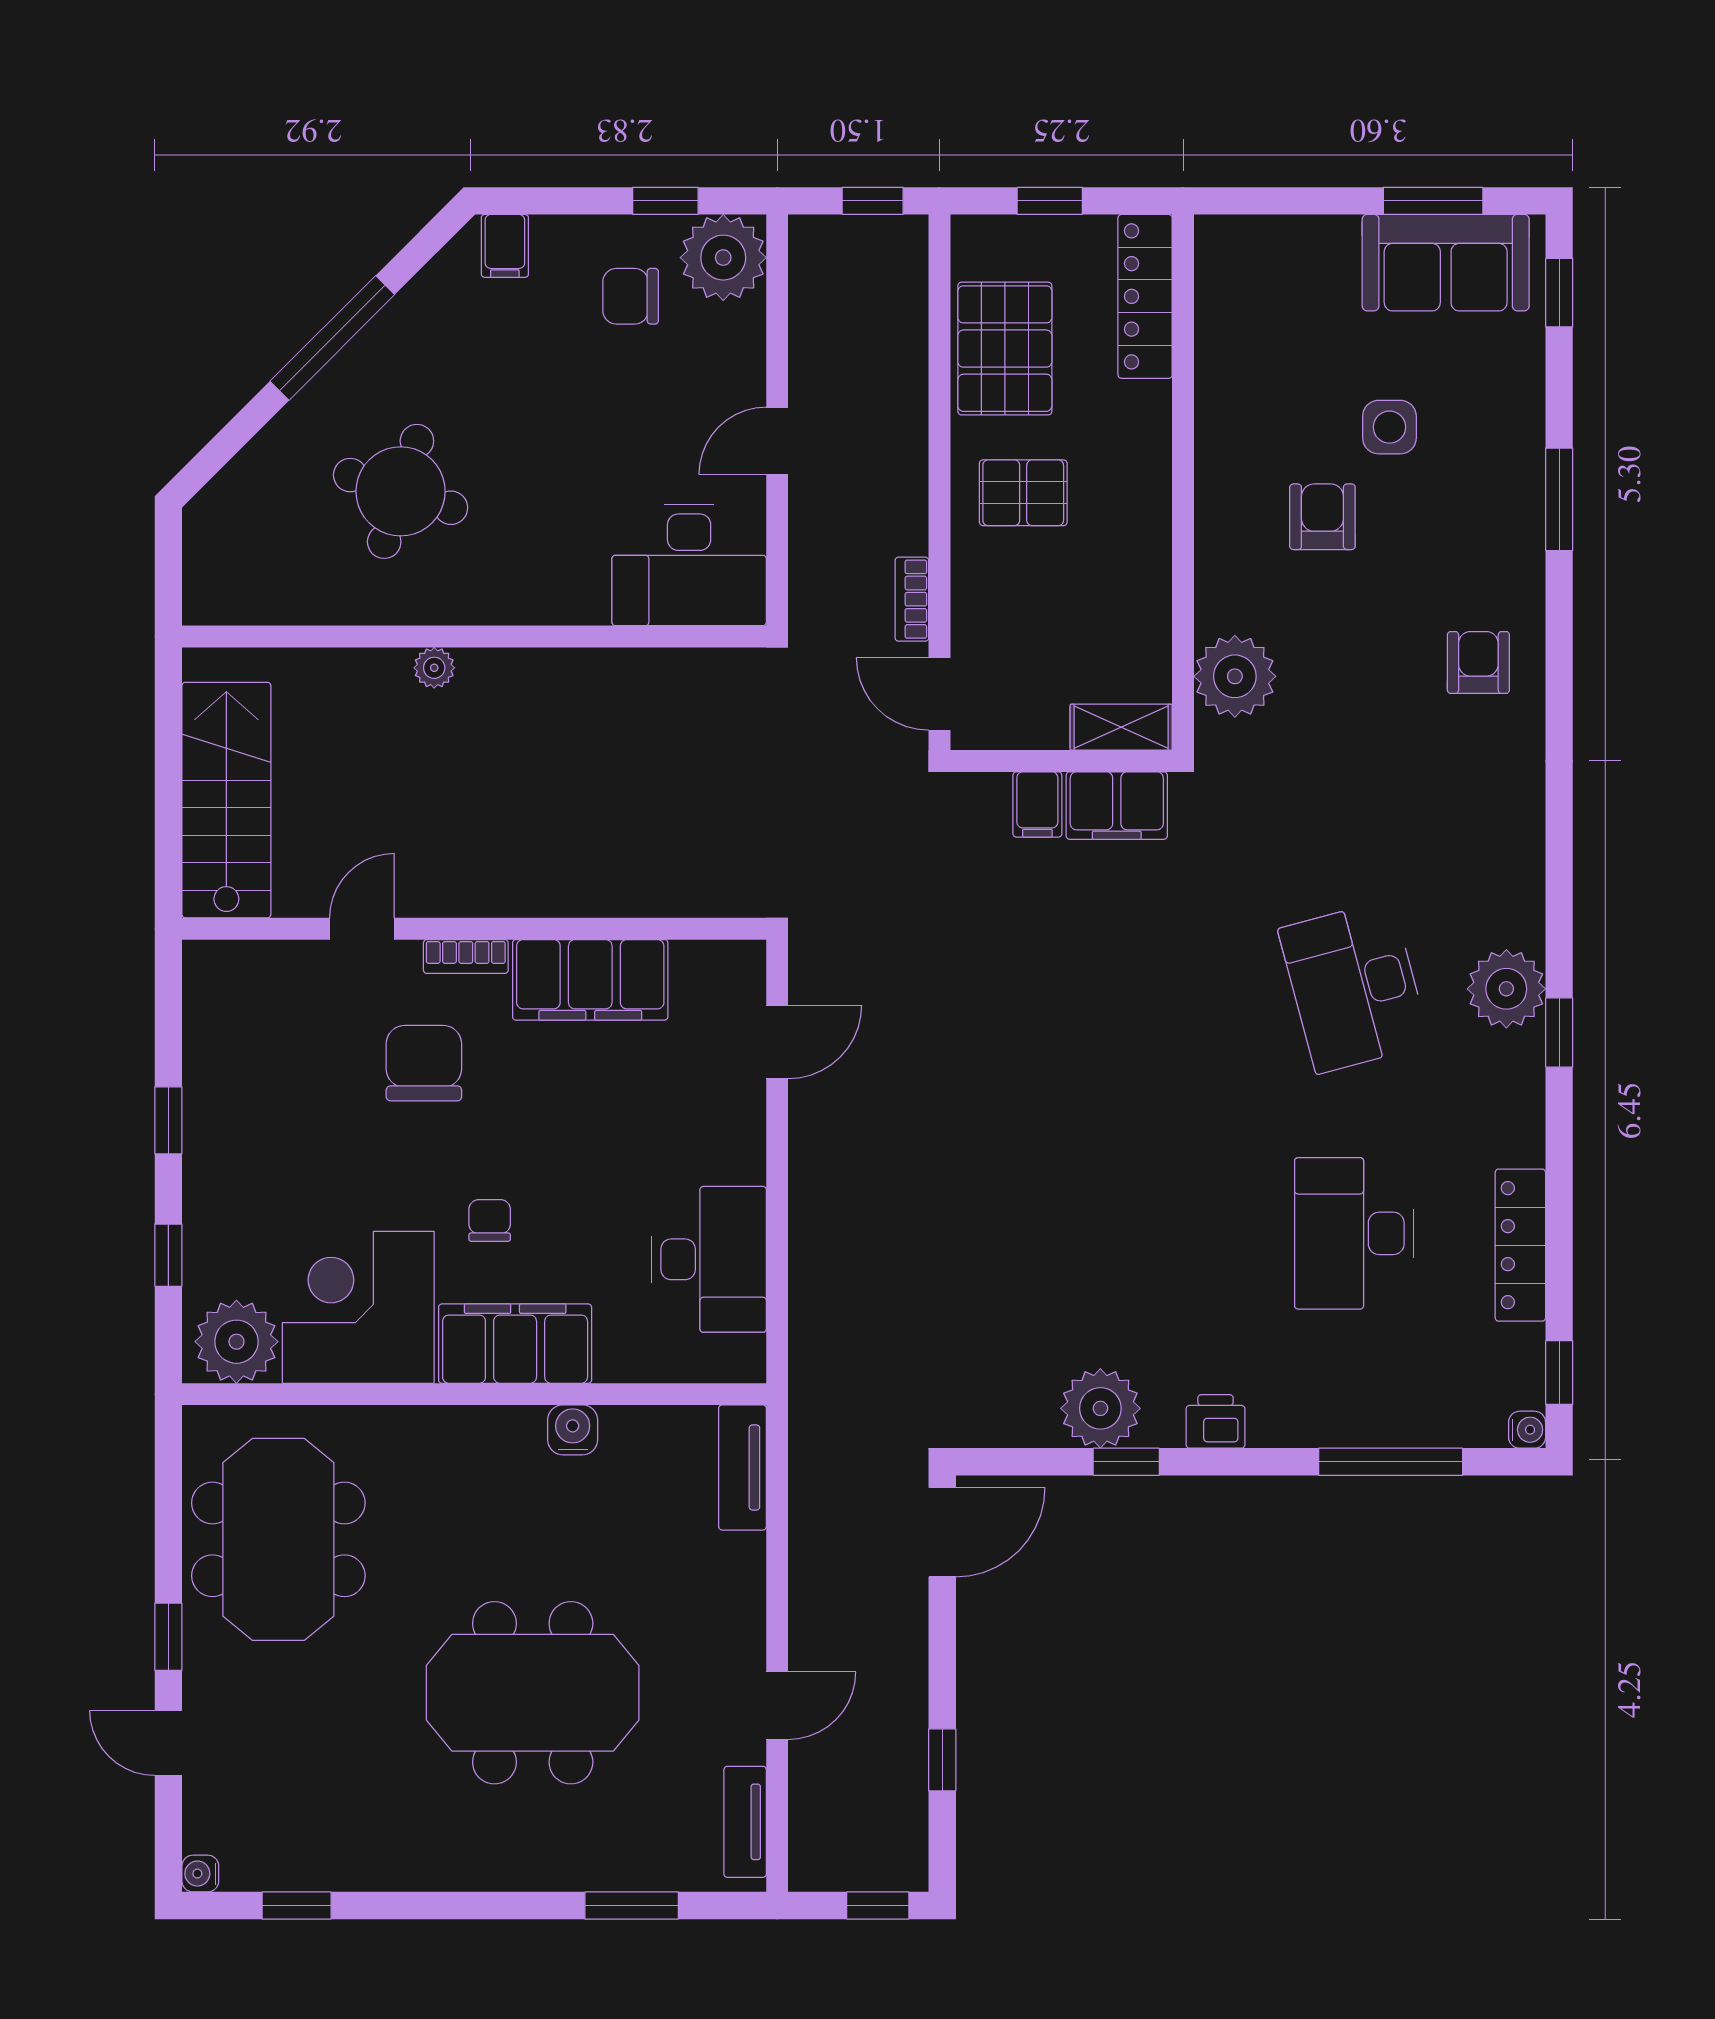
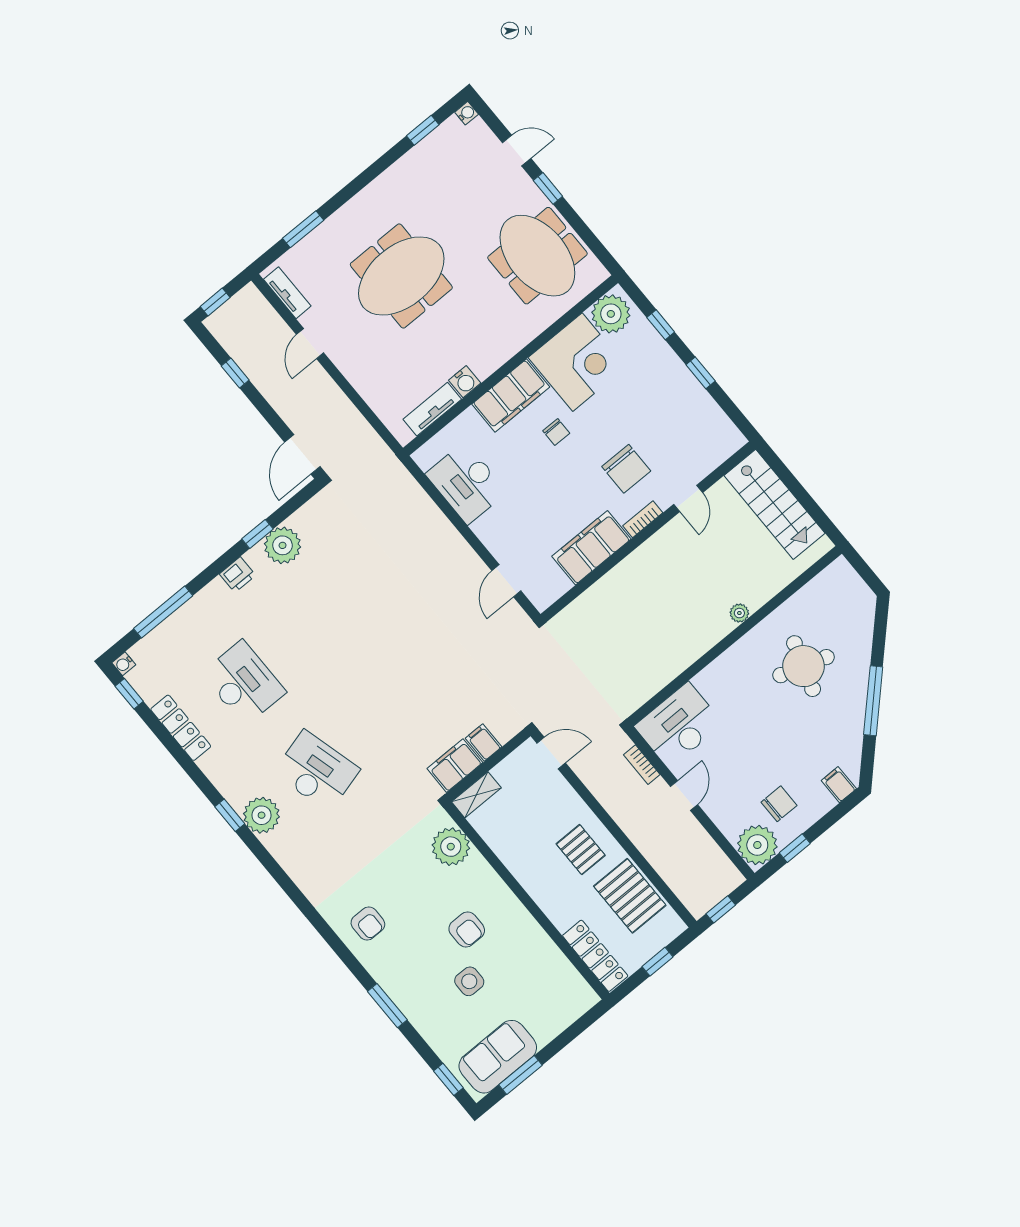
pallet: (1023, 493) -> (581, 850), turned 90
bookcase: (912, 599) -> (642, 765), moved, turned 180
tv unit: (742, 1467) -> (432, 409), moved, turned -90

